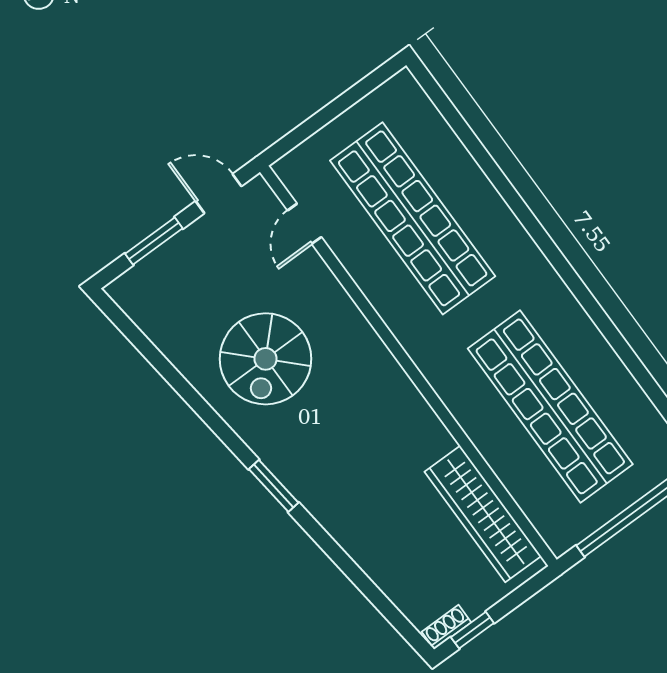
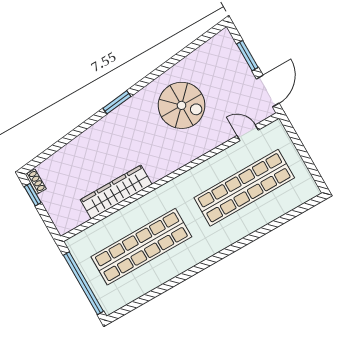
door: (219, 194) -> (268, 91), width x1.37
spiral stairs: (266, 359) -> (182, 105), turned 180
wardrobe: (483, 514) -> (116, 192), moved

